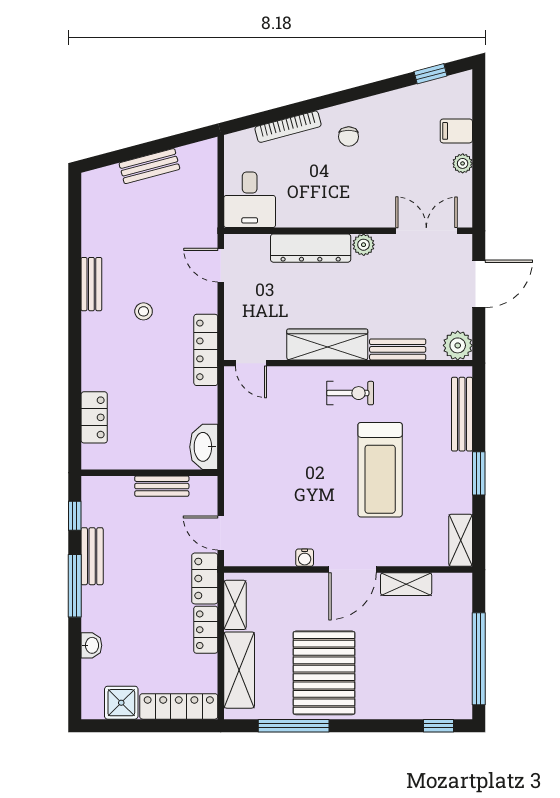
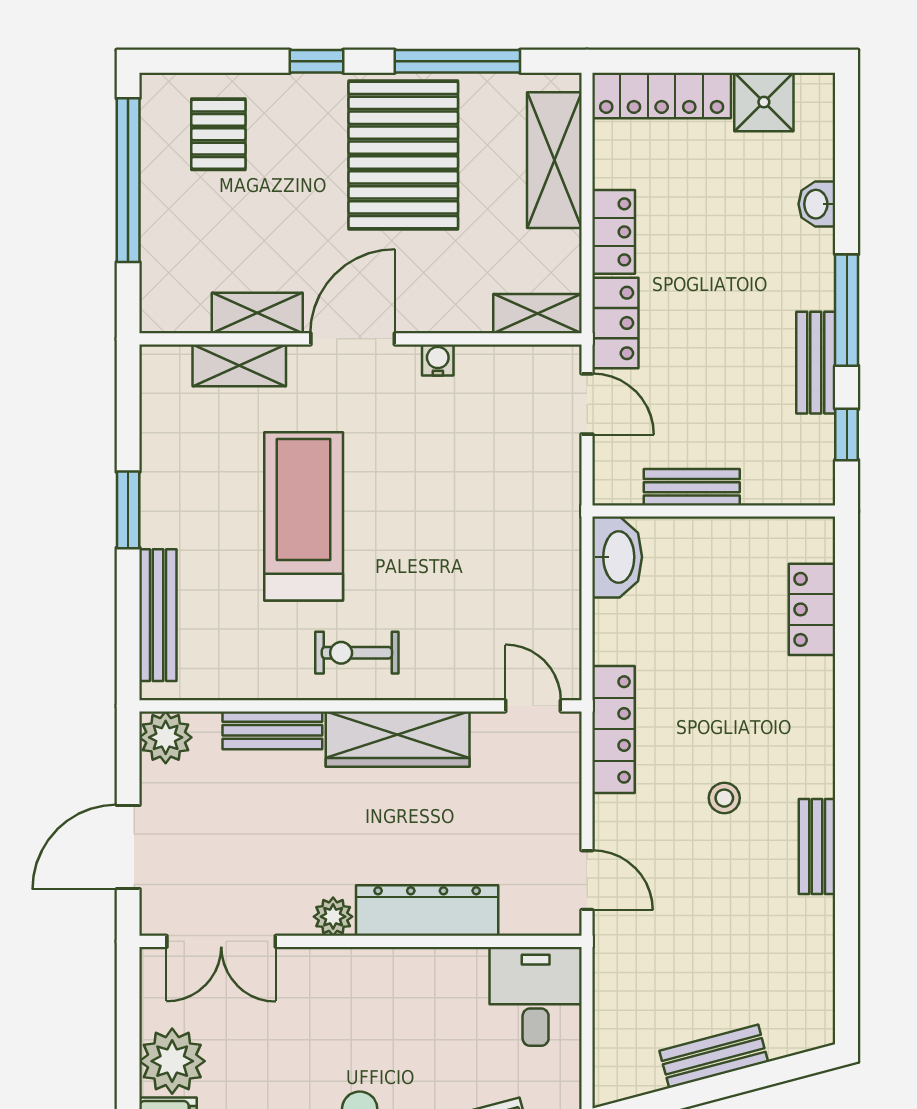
plant: (463, 163) -> (172, 1061), width x1.87, depth x1.87
shelving: (461, 540) -> (239, 365), moved, turned 90
shelving: (235, 605) -> (538, 314), moved, turned 90
pallet: (428, 685) -> (218, 134), added
window: (438, 726) -> (316, 61), moved

